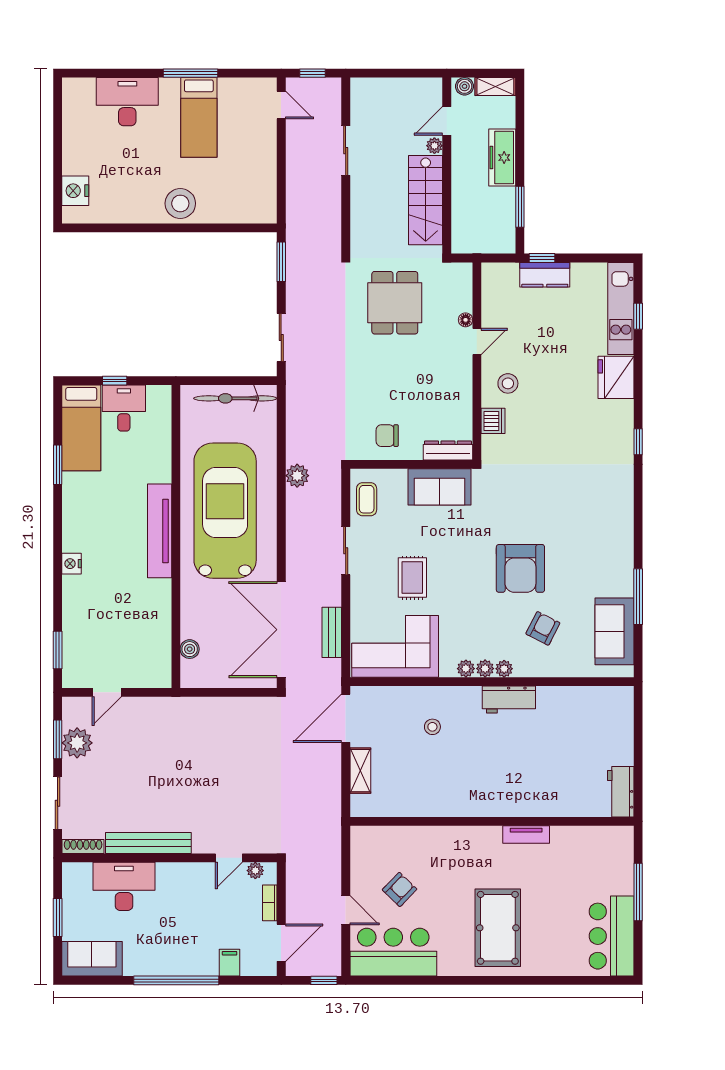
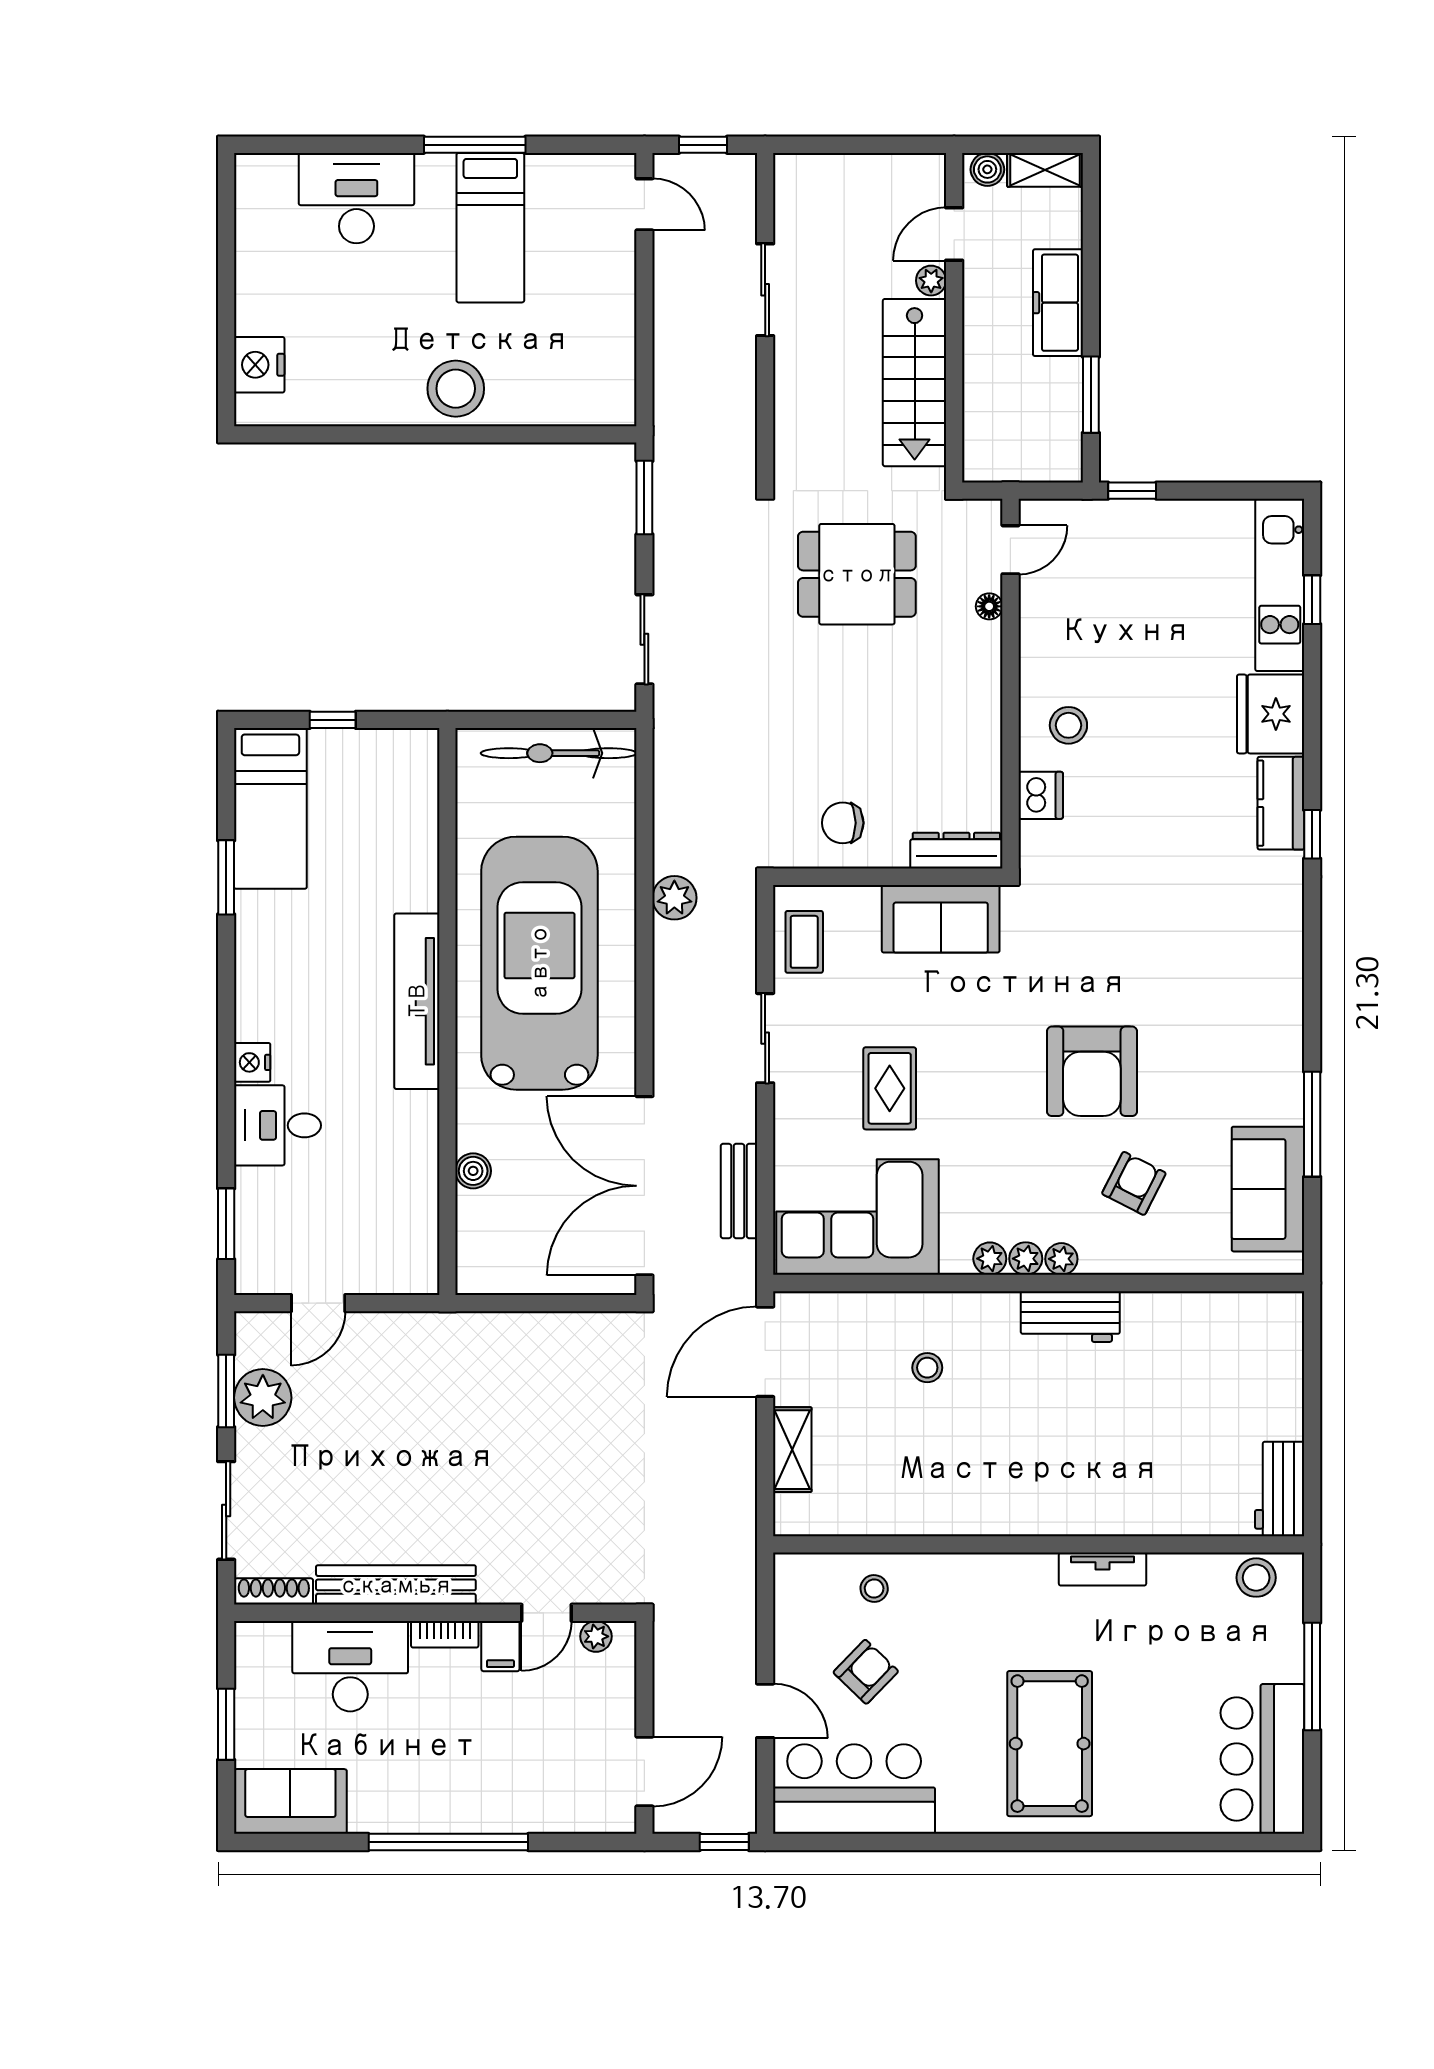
kitchen counter: (545, 275) -> (1281, 803), moved, turned 90
dining table: (395, 303) -> (857, 574), turned 90
door: (477, 341) -> (1010, 550), moved
desk: (124, 408) -> (278, 1125), moved, turned -90
boiler: (190, 649) -> (473, 1171), moved
stool: (608, 839) -> (1256, 1578), added
stool: (404, 845) -> (874, 1588), added
bookcase: (270, 903) -> (445, 1634), moved, turned -90
filing cabinet: (230, 963) -> (500, 1646), moved, turned 180

